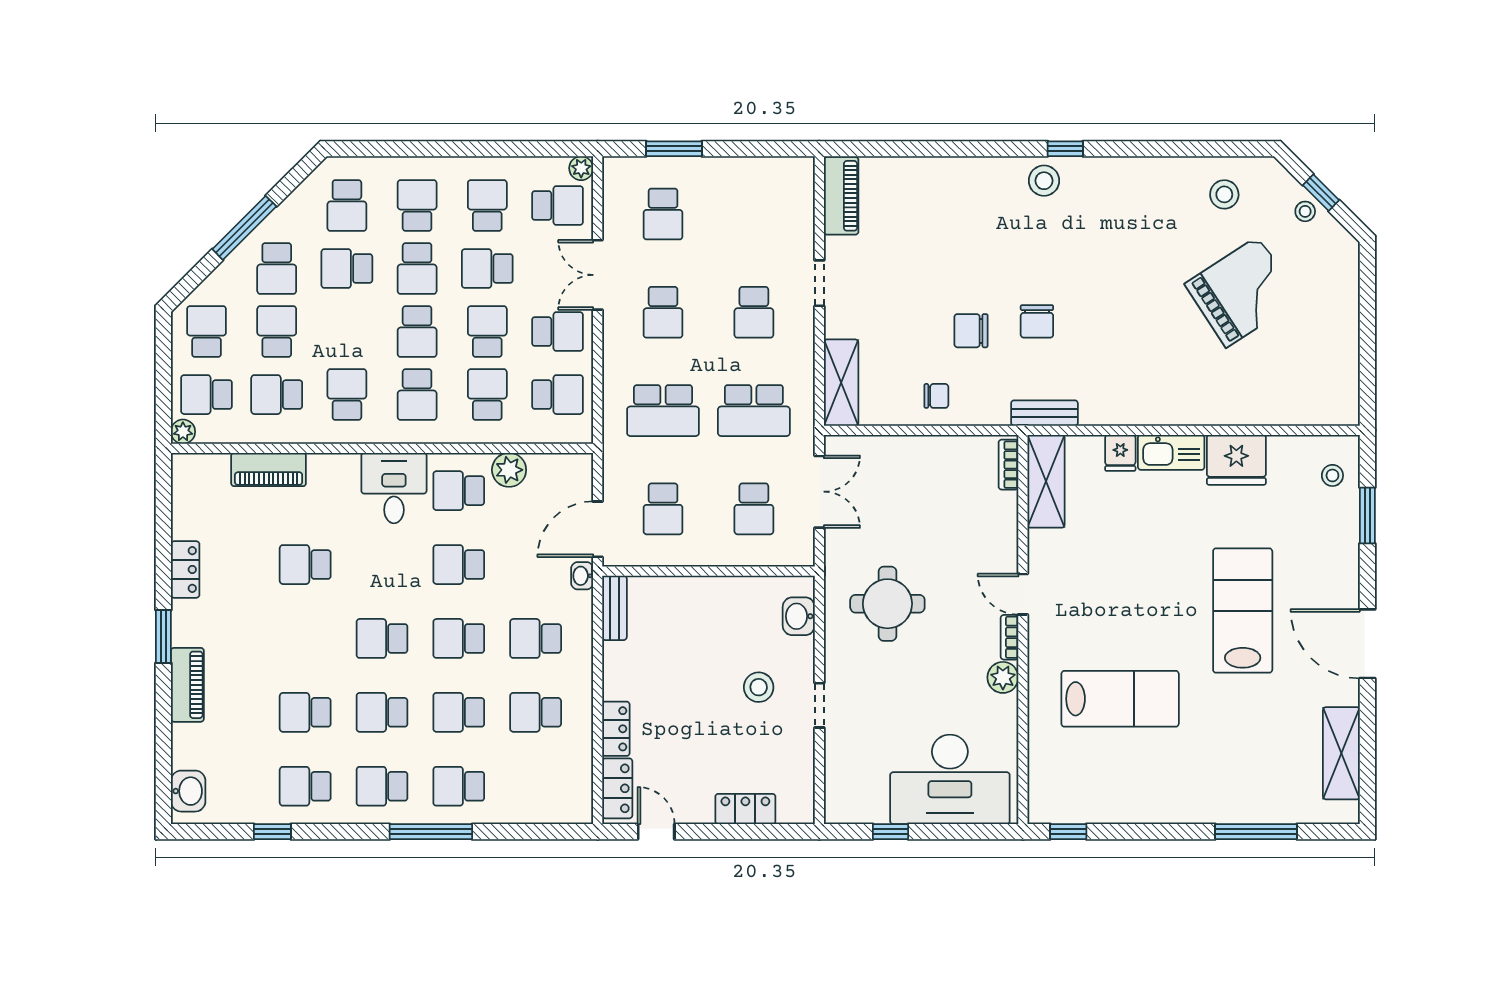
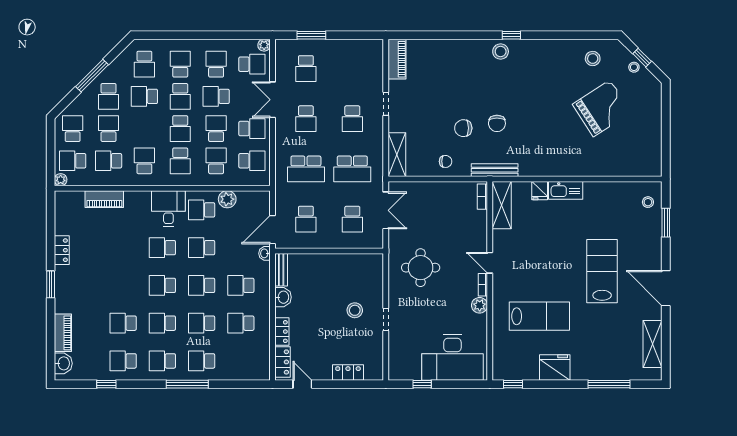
bench: (1044, 413) -> (495, 170), width x1.36
fridge: (1236, 460) -> (555, 367), moved, turned 180
school desk: (305, 565) -> (162, 248), moved
washbasin: (799, 616) -> (283, 297), moved, turned 180
piano: (187, 685) -> (63, 333), moved

